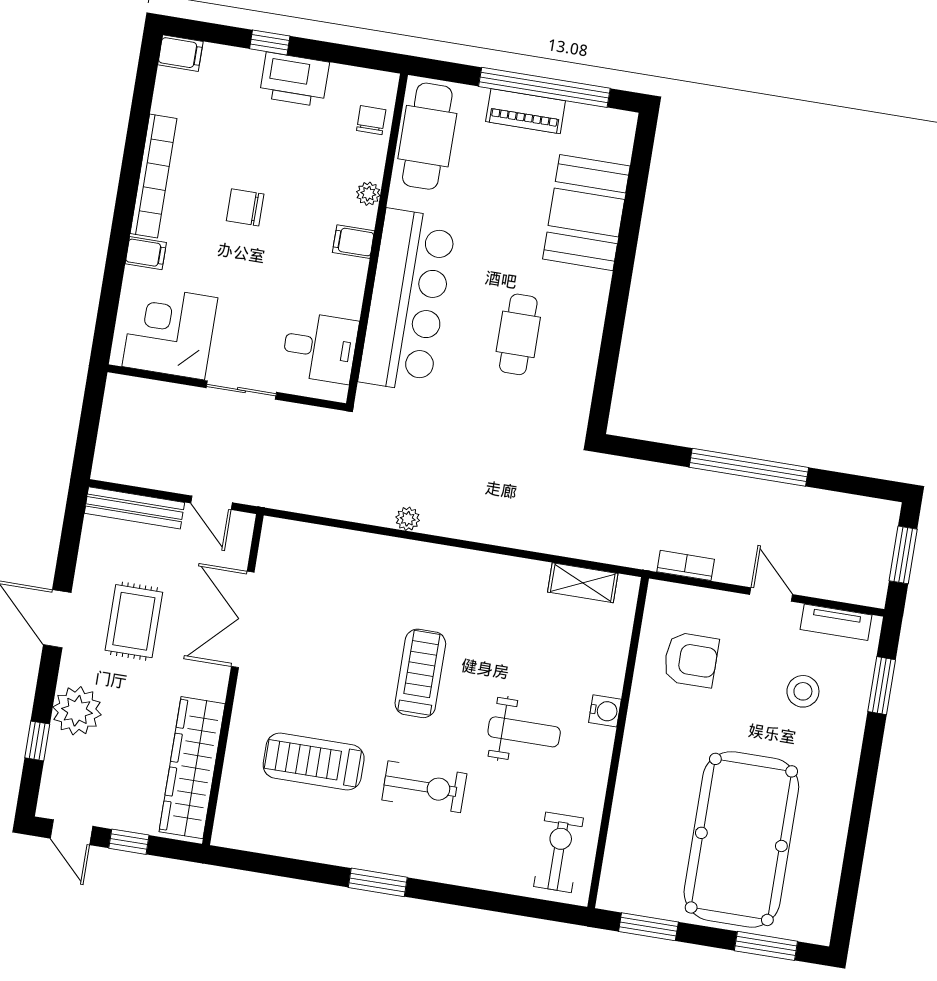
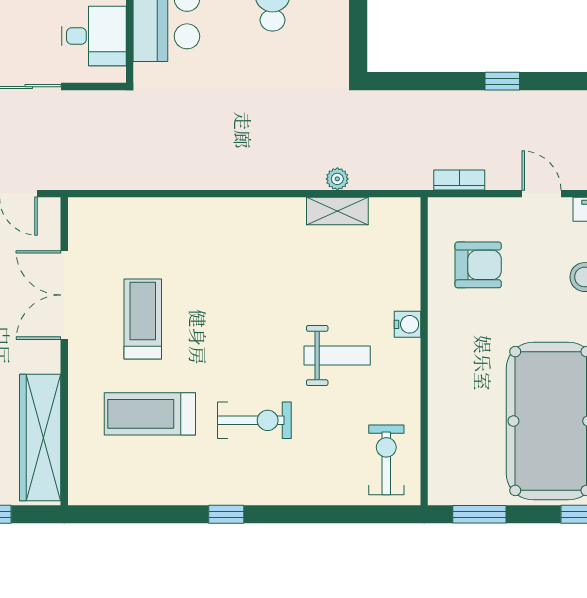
window: (749, 467) -> (502, 81), width x0.32
plant: (408, 519) -> (337, 179), moved
shelving: (583, 583) -> (337, 211), moved
treadmill: (420, 673) -> (143, 319), moved
window: (378, 882) -> (226, 514), width x0.67

